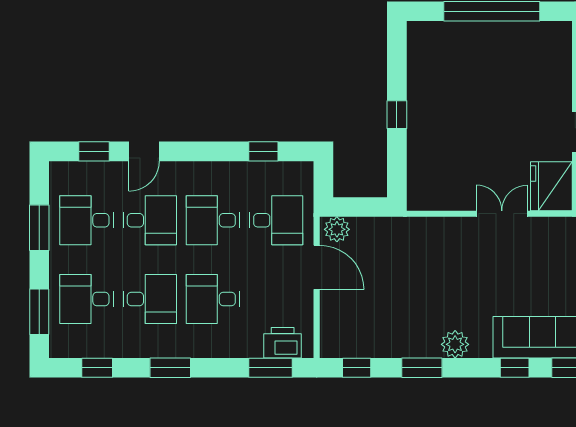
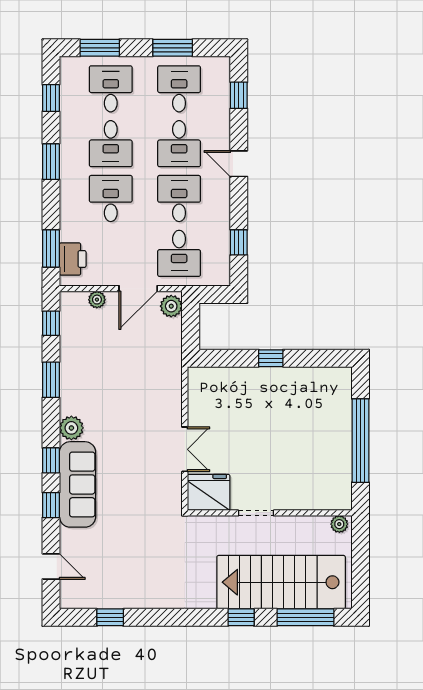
door: (144, 151) -> (239, 164), moved
plant: (329, 315) -> (97, 300), added
plant: (455, 344) -> (71, 428), moved

